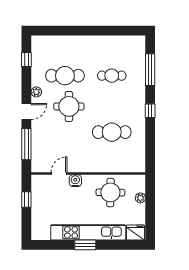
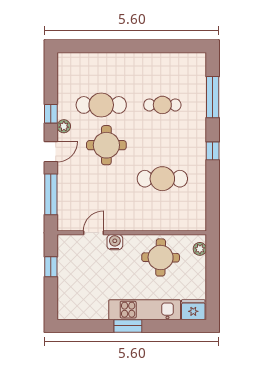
window: (26, 60) -> (51, 114), moved
plant: (140, 198) -> (200, 249), moved
kitchen unit: (88, 232) -> (145, 310), width x0.73

